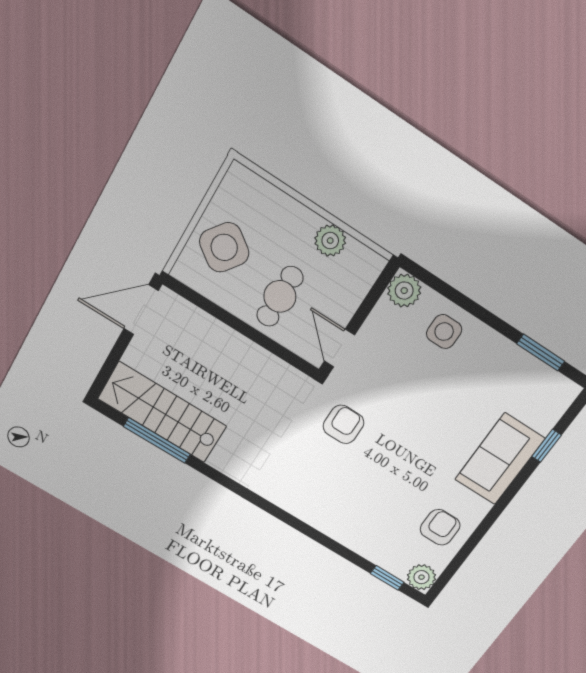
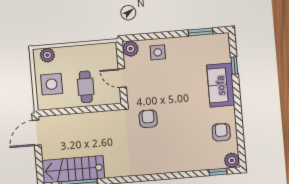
plant: (330, 241) -> (47, 55), moved
side table: (224, 247) -> (52, 84), turned -36
door: (339, 348) -> (122, 78), moved

